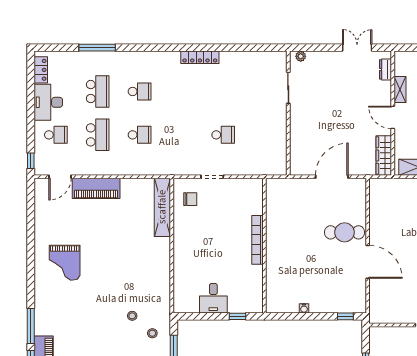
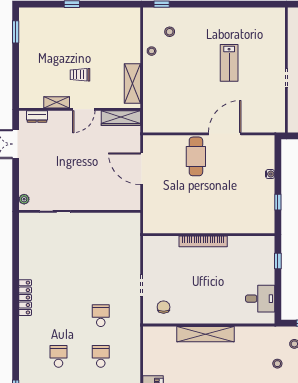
school desk: (223, 135) -> (101, 316), moved
shelving: (162, 207) -> (205, 334), moved
desk: (213, 298) -> (260, 299), moved
water cooler: (304, 308) -> (270, 174), moved
window: (345, 316) -> (278, 202), moved

